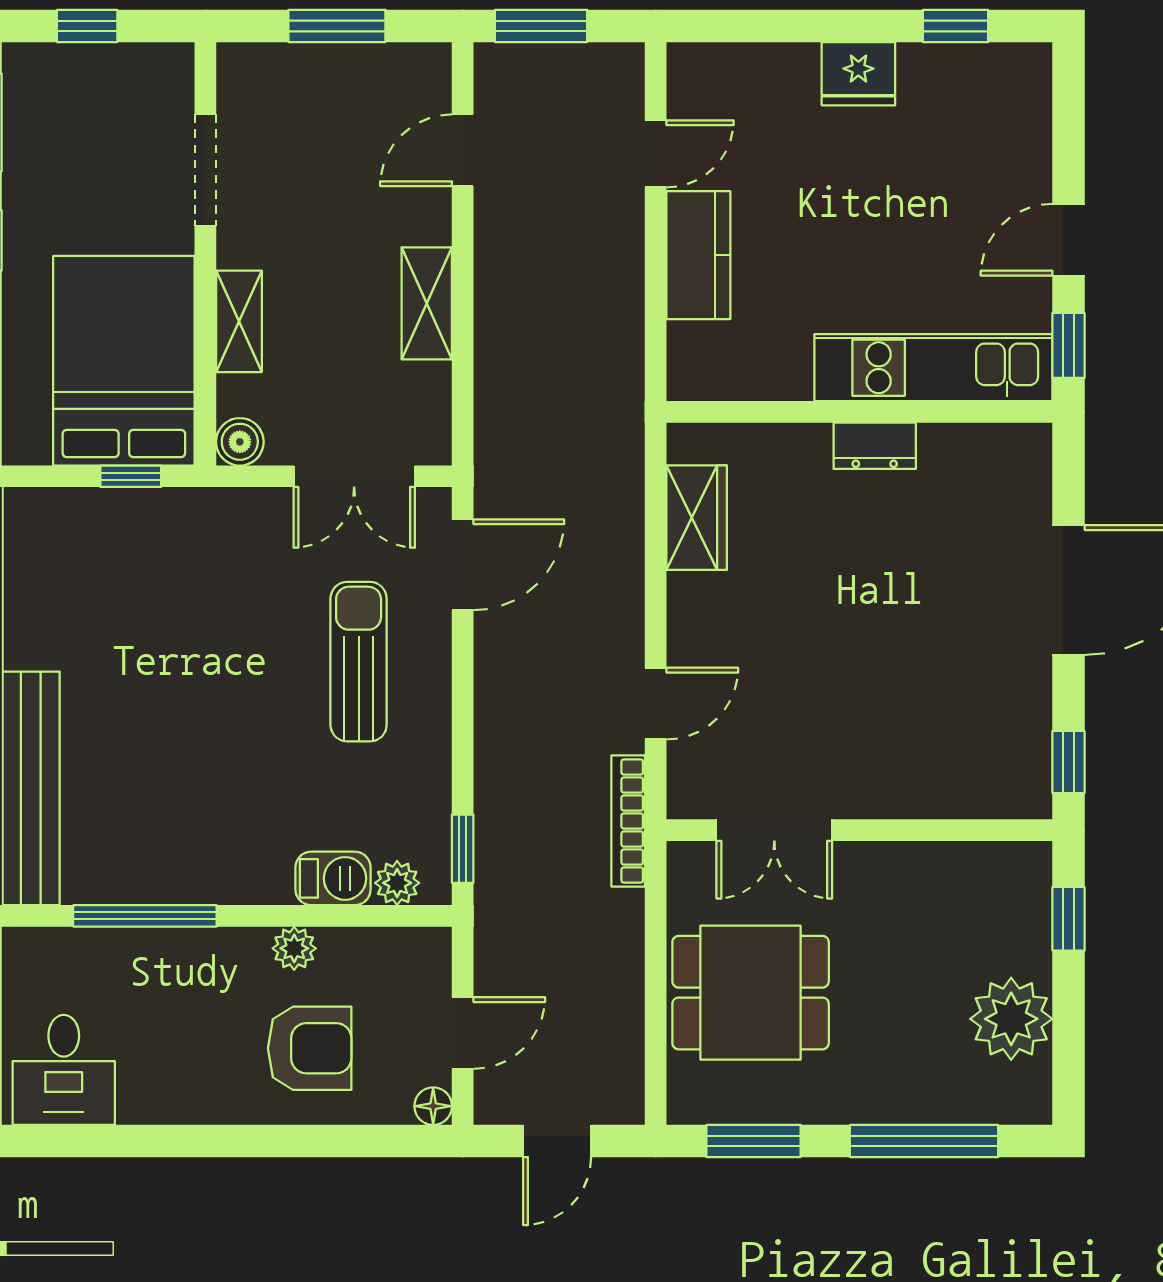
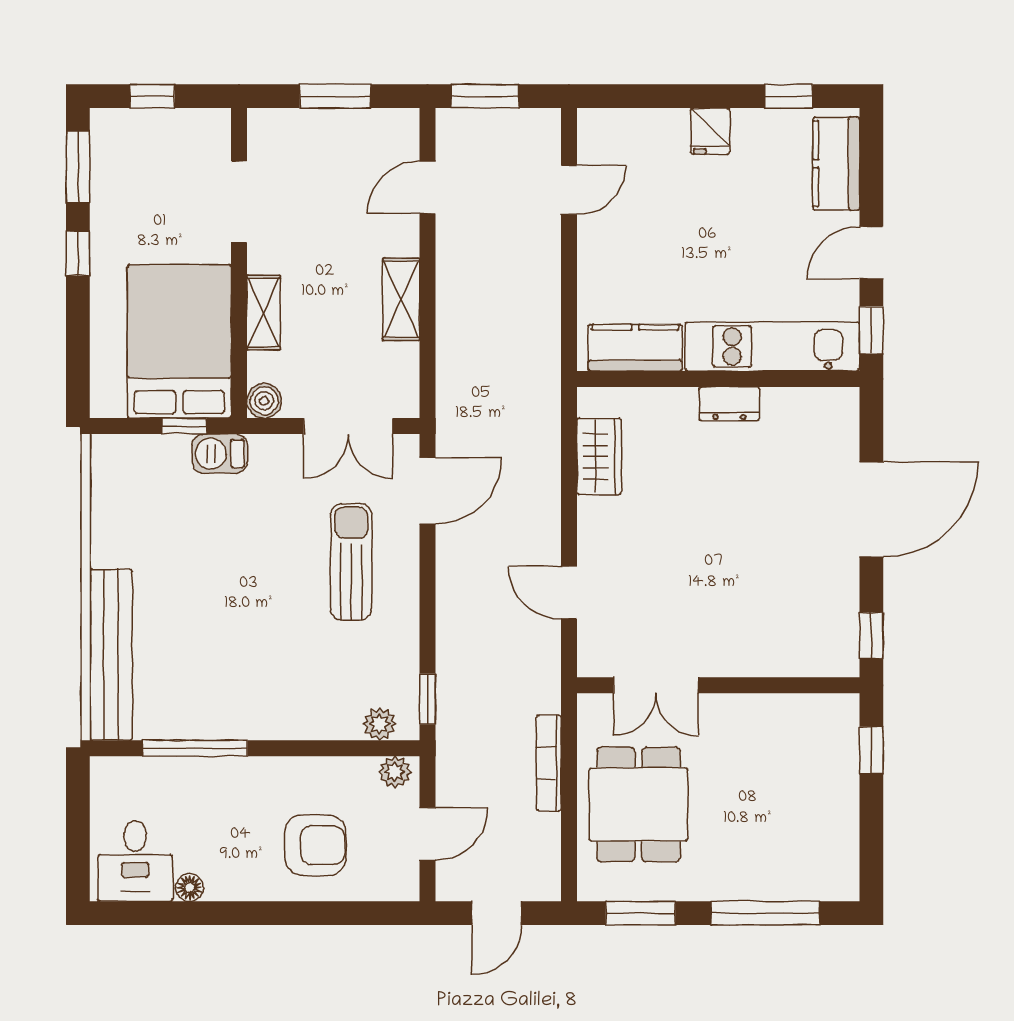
fridge: (858, 74) -> (710, 131), width x0.72
kitchen counter: (1021, 118) -> (836, 164), added
kitchen counter: (698, 255) -> (635, 348), moved, turned -90
door: (656, 704) -> (569, 593), swing flipped
bookcase: (628, 821) -> (549, 763), moved
barbecue: (333, 878) -> (220, 454), moved, turned 180
plant: (294, 948) -> (395, 772), moved
dining table: (751, 993) -> (638, 804), turned 90
plant: (1011, 1019) -> (829, 824), removed
floor lamp: (433, 1106) -> (190, 888), moved

